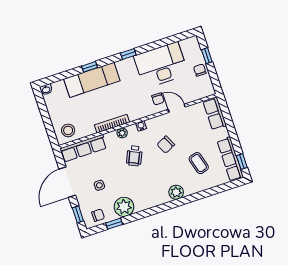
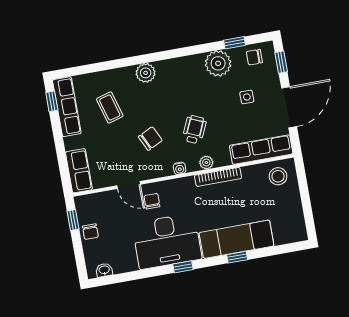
window: (207, 56) -> (73, 220), moved
desk: (161, 65) -> (167, 241), moved
washbasin: (46, 89) -> (104, 270), moved

